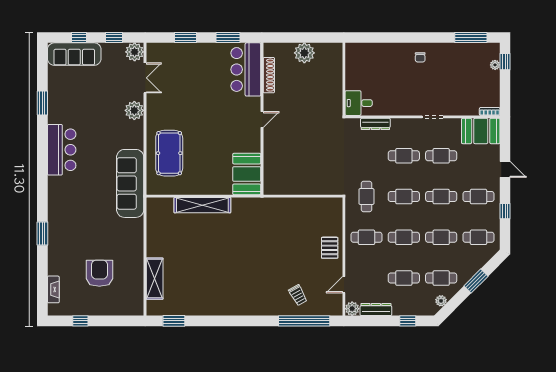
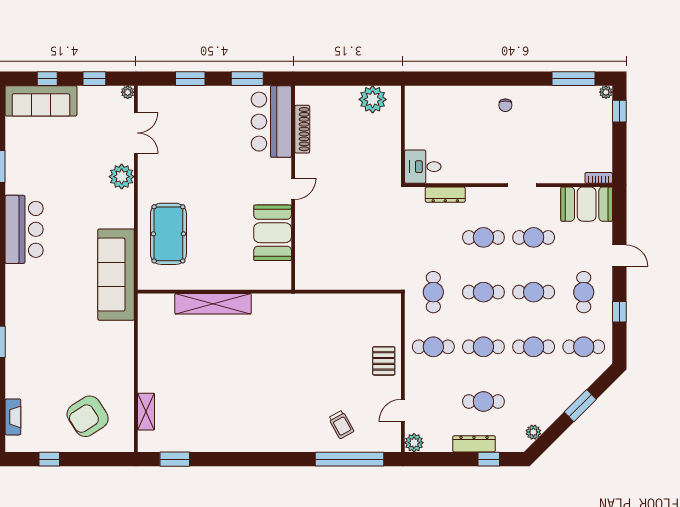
plant: (135, 52) -> (128, 92), width x0.53, depth x0.53
plant: (304, 53) -> (373, 99), moved
plant: (495, 65) -> (606, 92), moved
booth: (247, 174) -> (273, 233), moved
cafe table: (479, 197) -> (584, 292), turned 90
armchair: (99, 273) -> (88, 416), moved, turned -123
cafe table: (441, 278) -> (534, 402), removed
shelving: (155, 279) -> (146, 412), width x0.67, depth x0.75
dresser: (376, 310) -> (474, 444), moved

